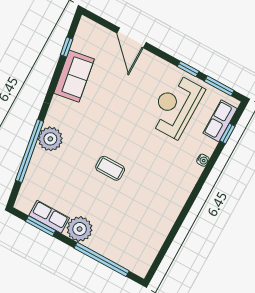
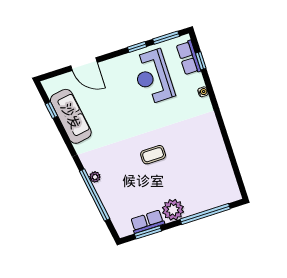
sofa: (74, 76) -> (71, 116), width x1.36
plant: (50, 139) -> (95, 177), width x0.53, depth x0.53

